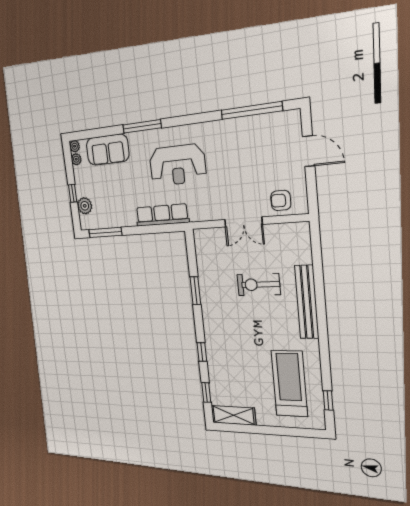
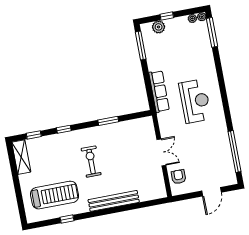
window: (142, 126) -> (212, 32), moved
sofa: (108, 150) -> (201, 45), removed
reception desk: (177, 165) -> (195, 101), turned 180
double door: (243, 222) -> (161, 152), swing flipped
exercise bike: (259, 285) -> (91, 162), moved
window: (328, 400) -> (67, 219), moved

